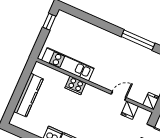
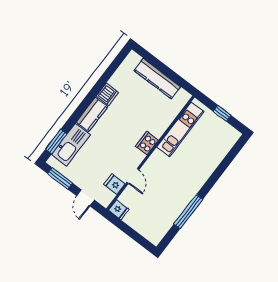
window: (49, 22) -> (222, 113), moved
cooker: (75, 85) -> (147, 143), moved

